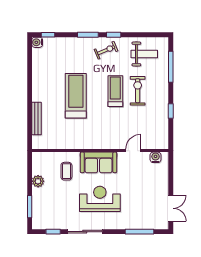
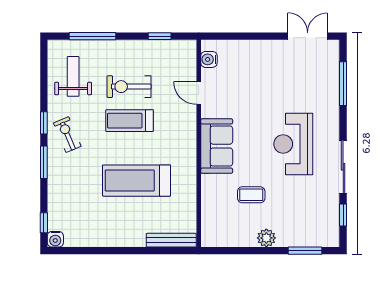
wall: (100, 151) -> (199, 143), moved
door: (133, 151) -> (199, 93), moved
water cooler: (156, 157) -> (209, 59), moved
sofa: (99, 162) -> (217, 146), moved

